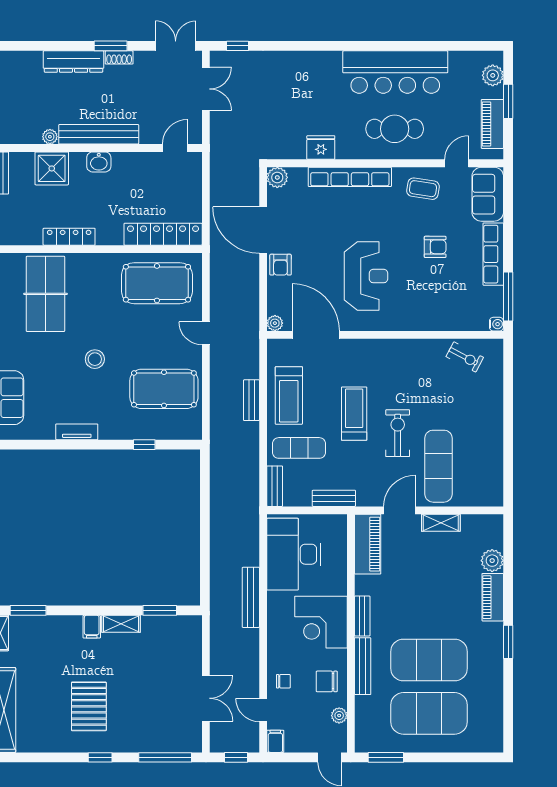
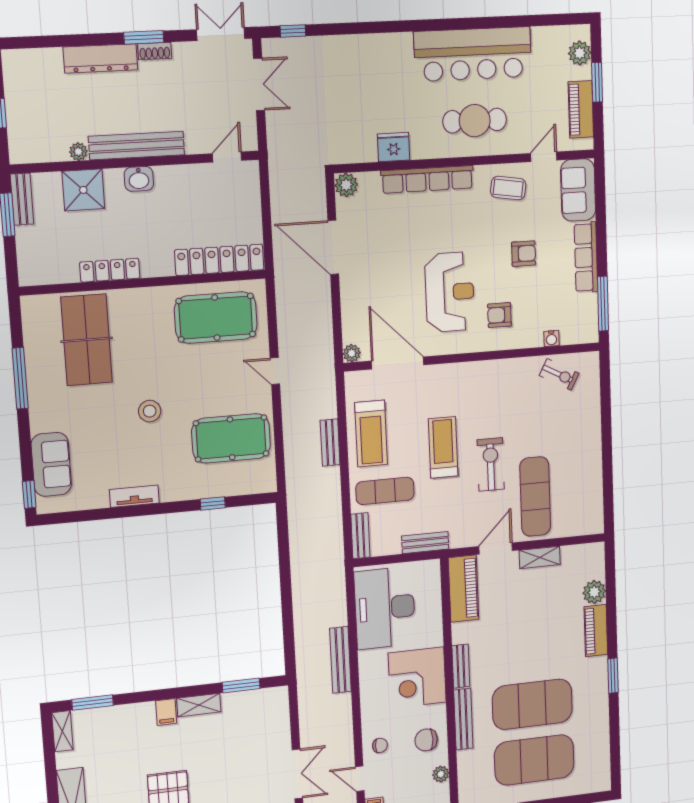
armchair: (280, 265) -> (499, 315), moved, turned 90
water cooler: (496, 324) -> (551, 338), moved, turned 90

